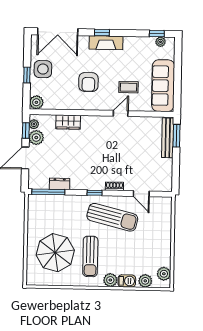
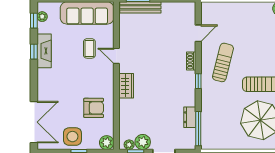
window: (102, 33) -> (34, 52), moved
fireplace: (106, 43) -> (44, 51), moved
armchair: (88, 82) -> (94, 108), moved
wardrobe: (68, 122) -> (126, 86), moved
sun lounger: (112, 217) -> (223, 62), width x0.73, depth x0.75

